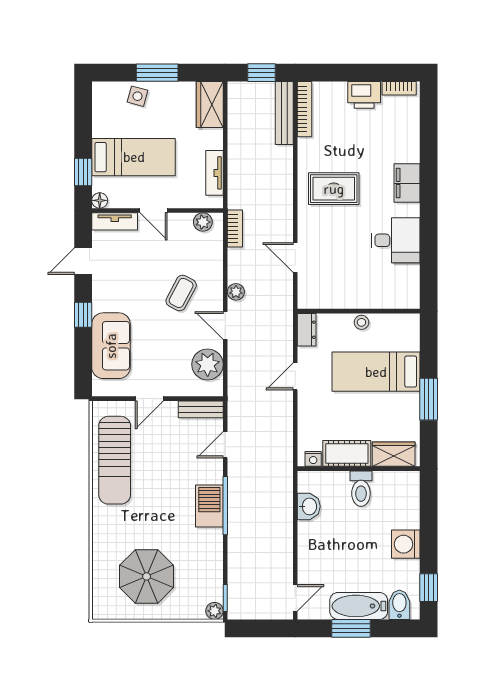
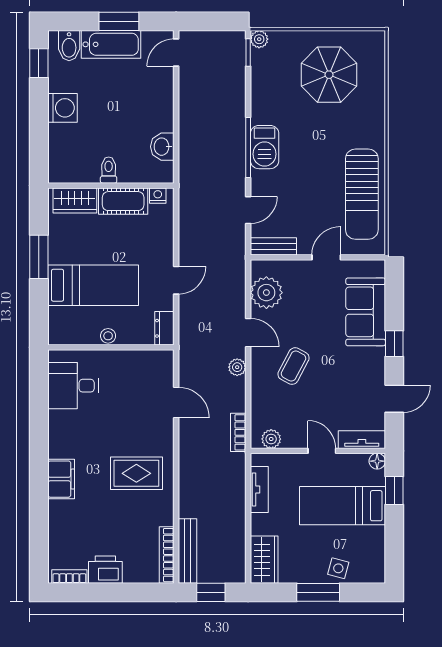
desk: (396, 240) -> (73, 386), moved
sun lounger: (115, 460) -> (362, 194), turned 180
toilet: (361, 489) -> (109, 170), width x0.73, depth x0.72

